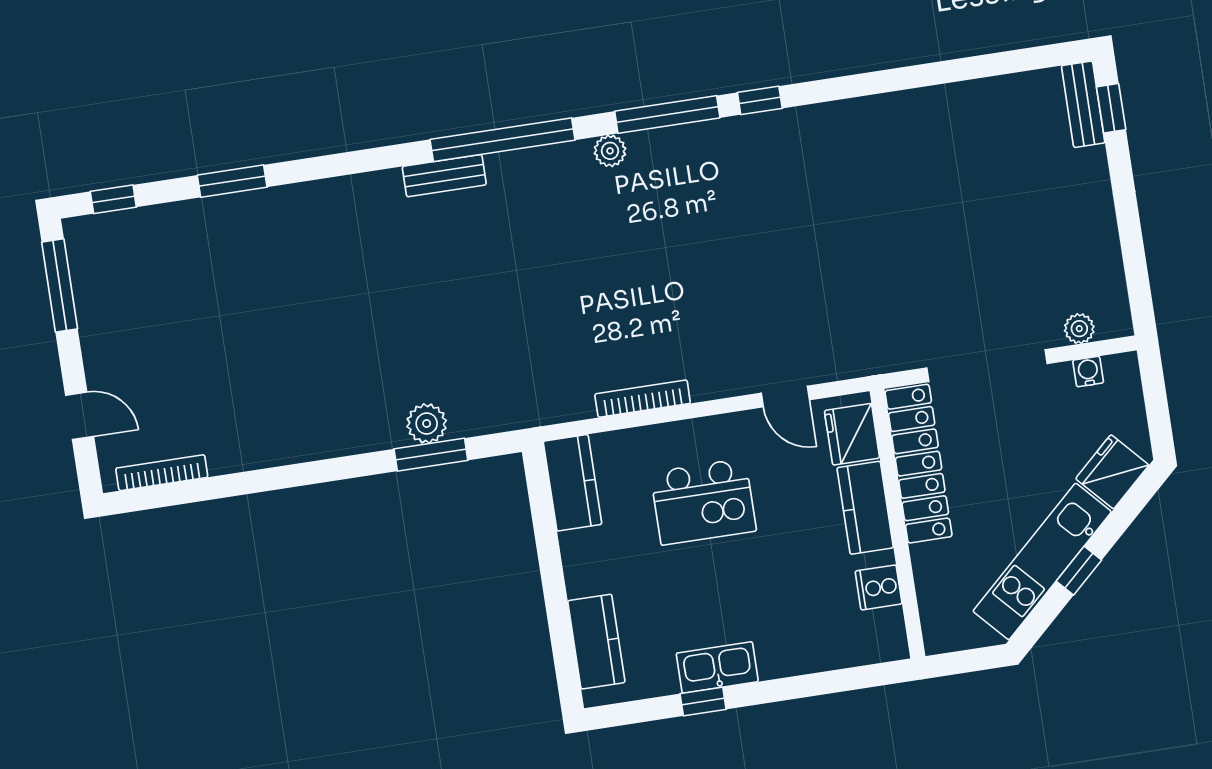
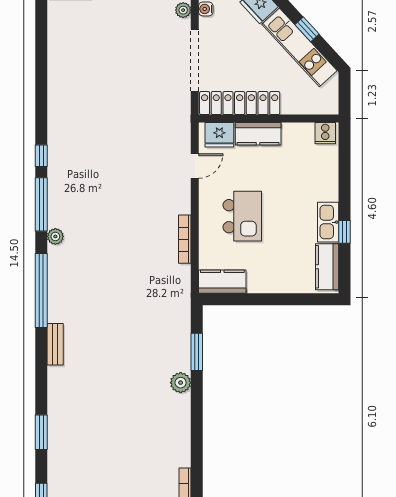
bench: (444, 176) -> (55, 344), moved
plant: (427, 424) -> (181, 383), moved
cooker: (879, 587) -> (325, 133), moved
kitchen counter: (596, 642) -> (327, 267), moved, turned -90

